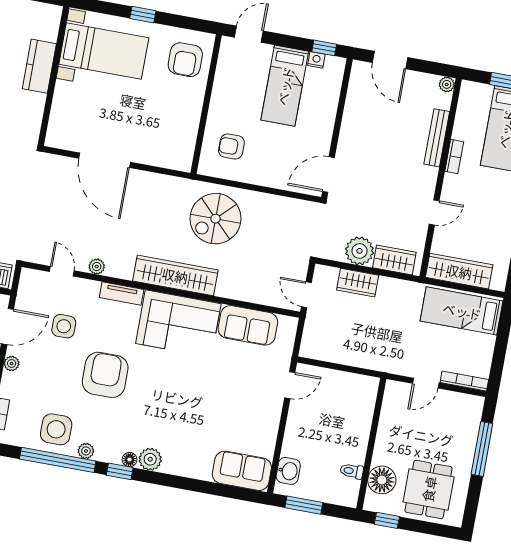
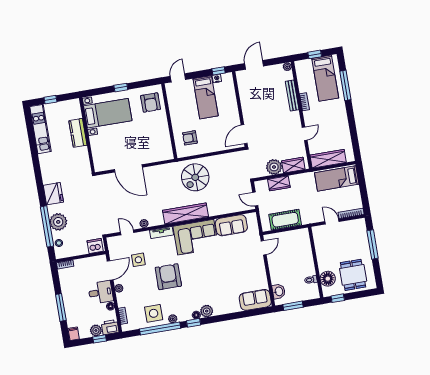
door: (390, 60) -> (254, 65), swing flipped
cot: (345, 350) -> (285, 220), added
door: (426, 383) -> (332, 222), swing flipped

